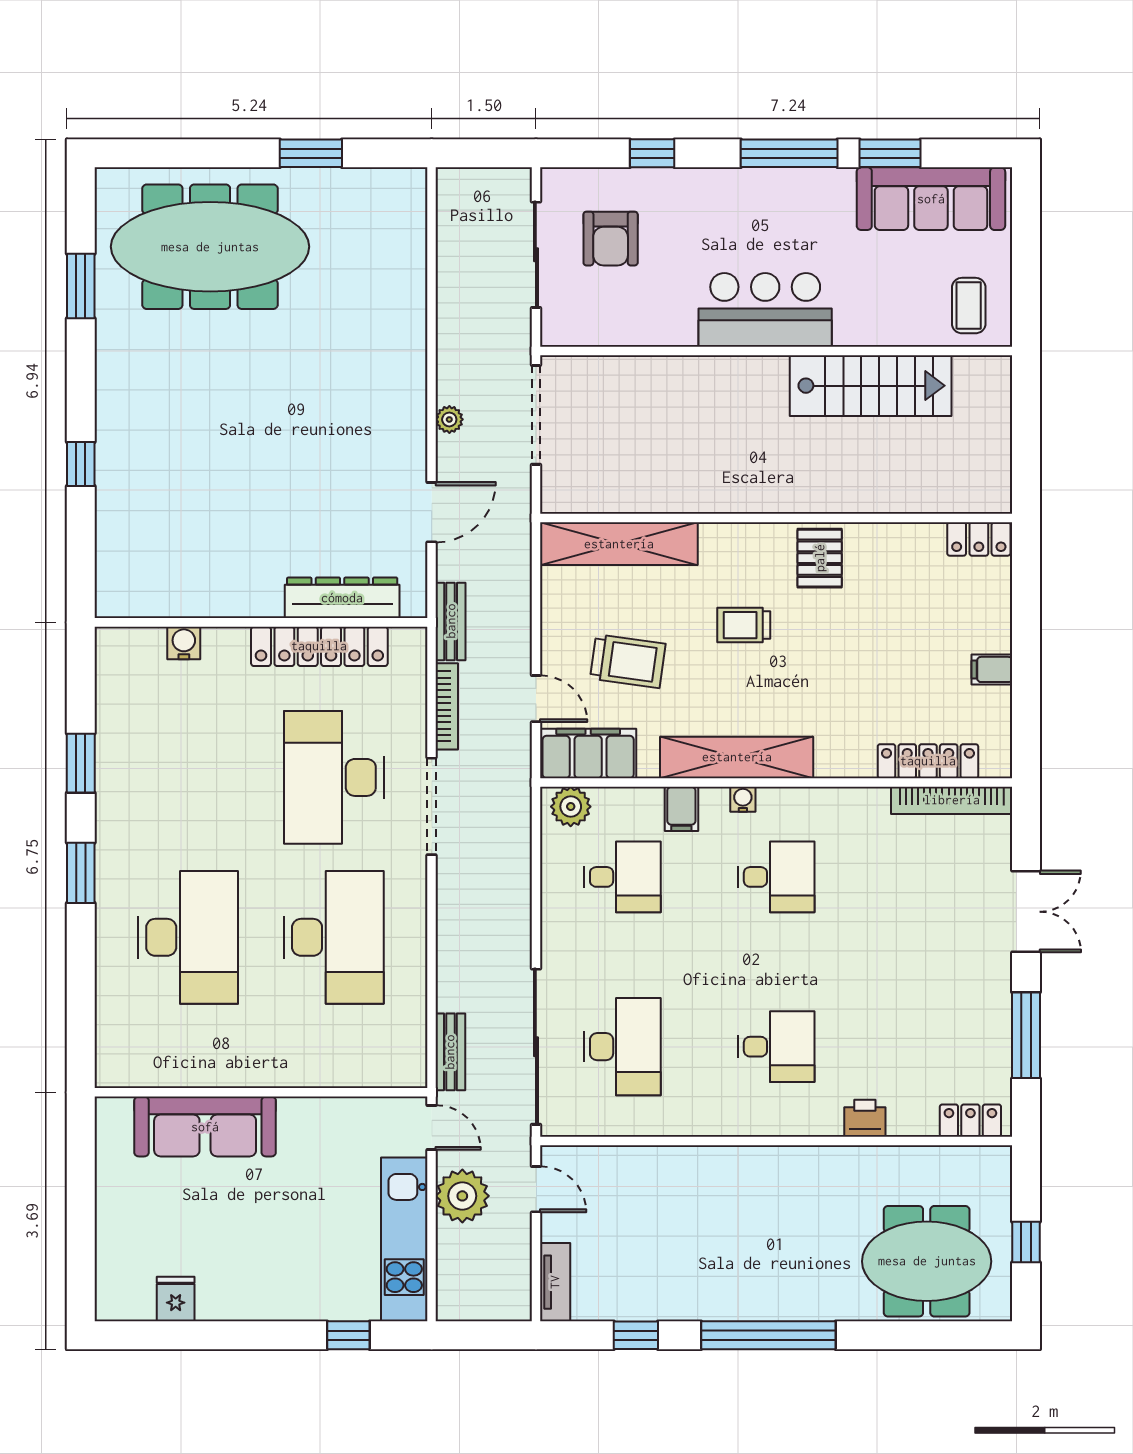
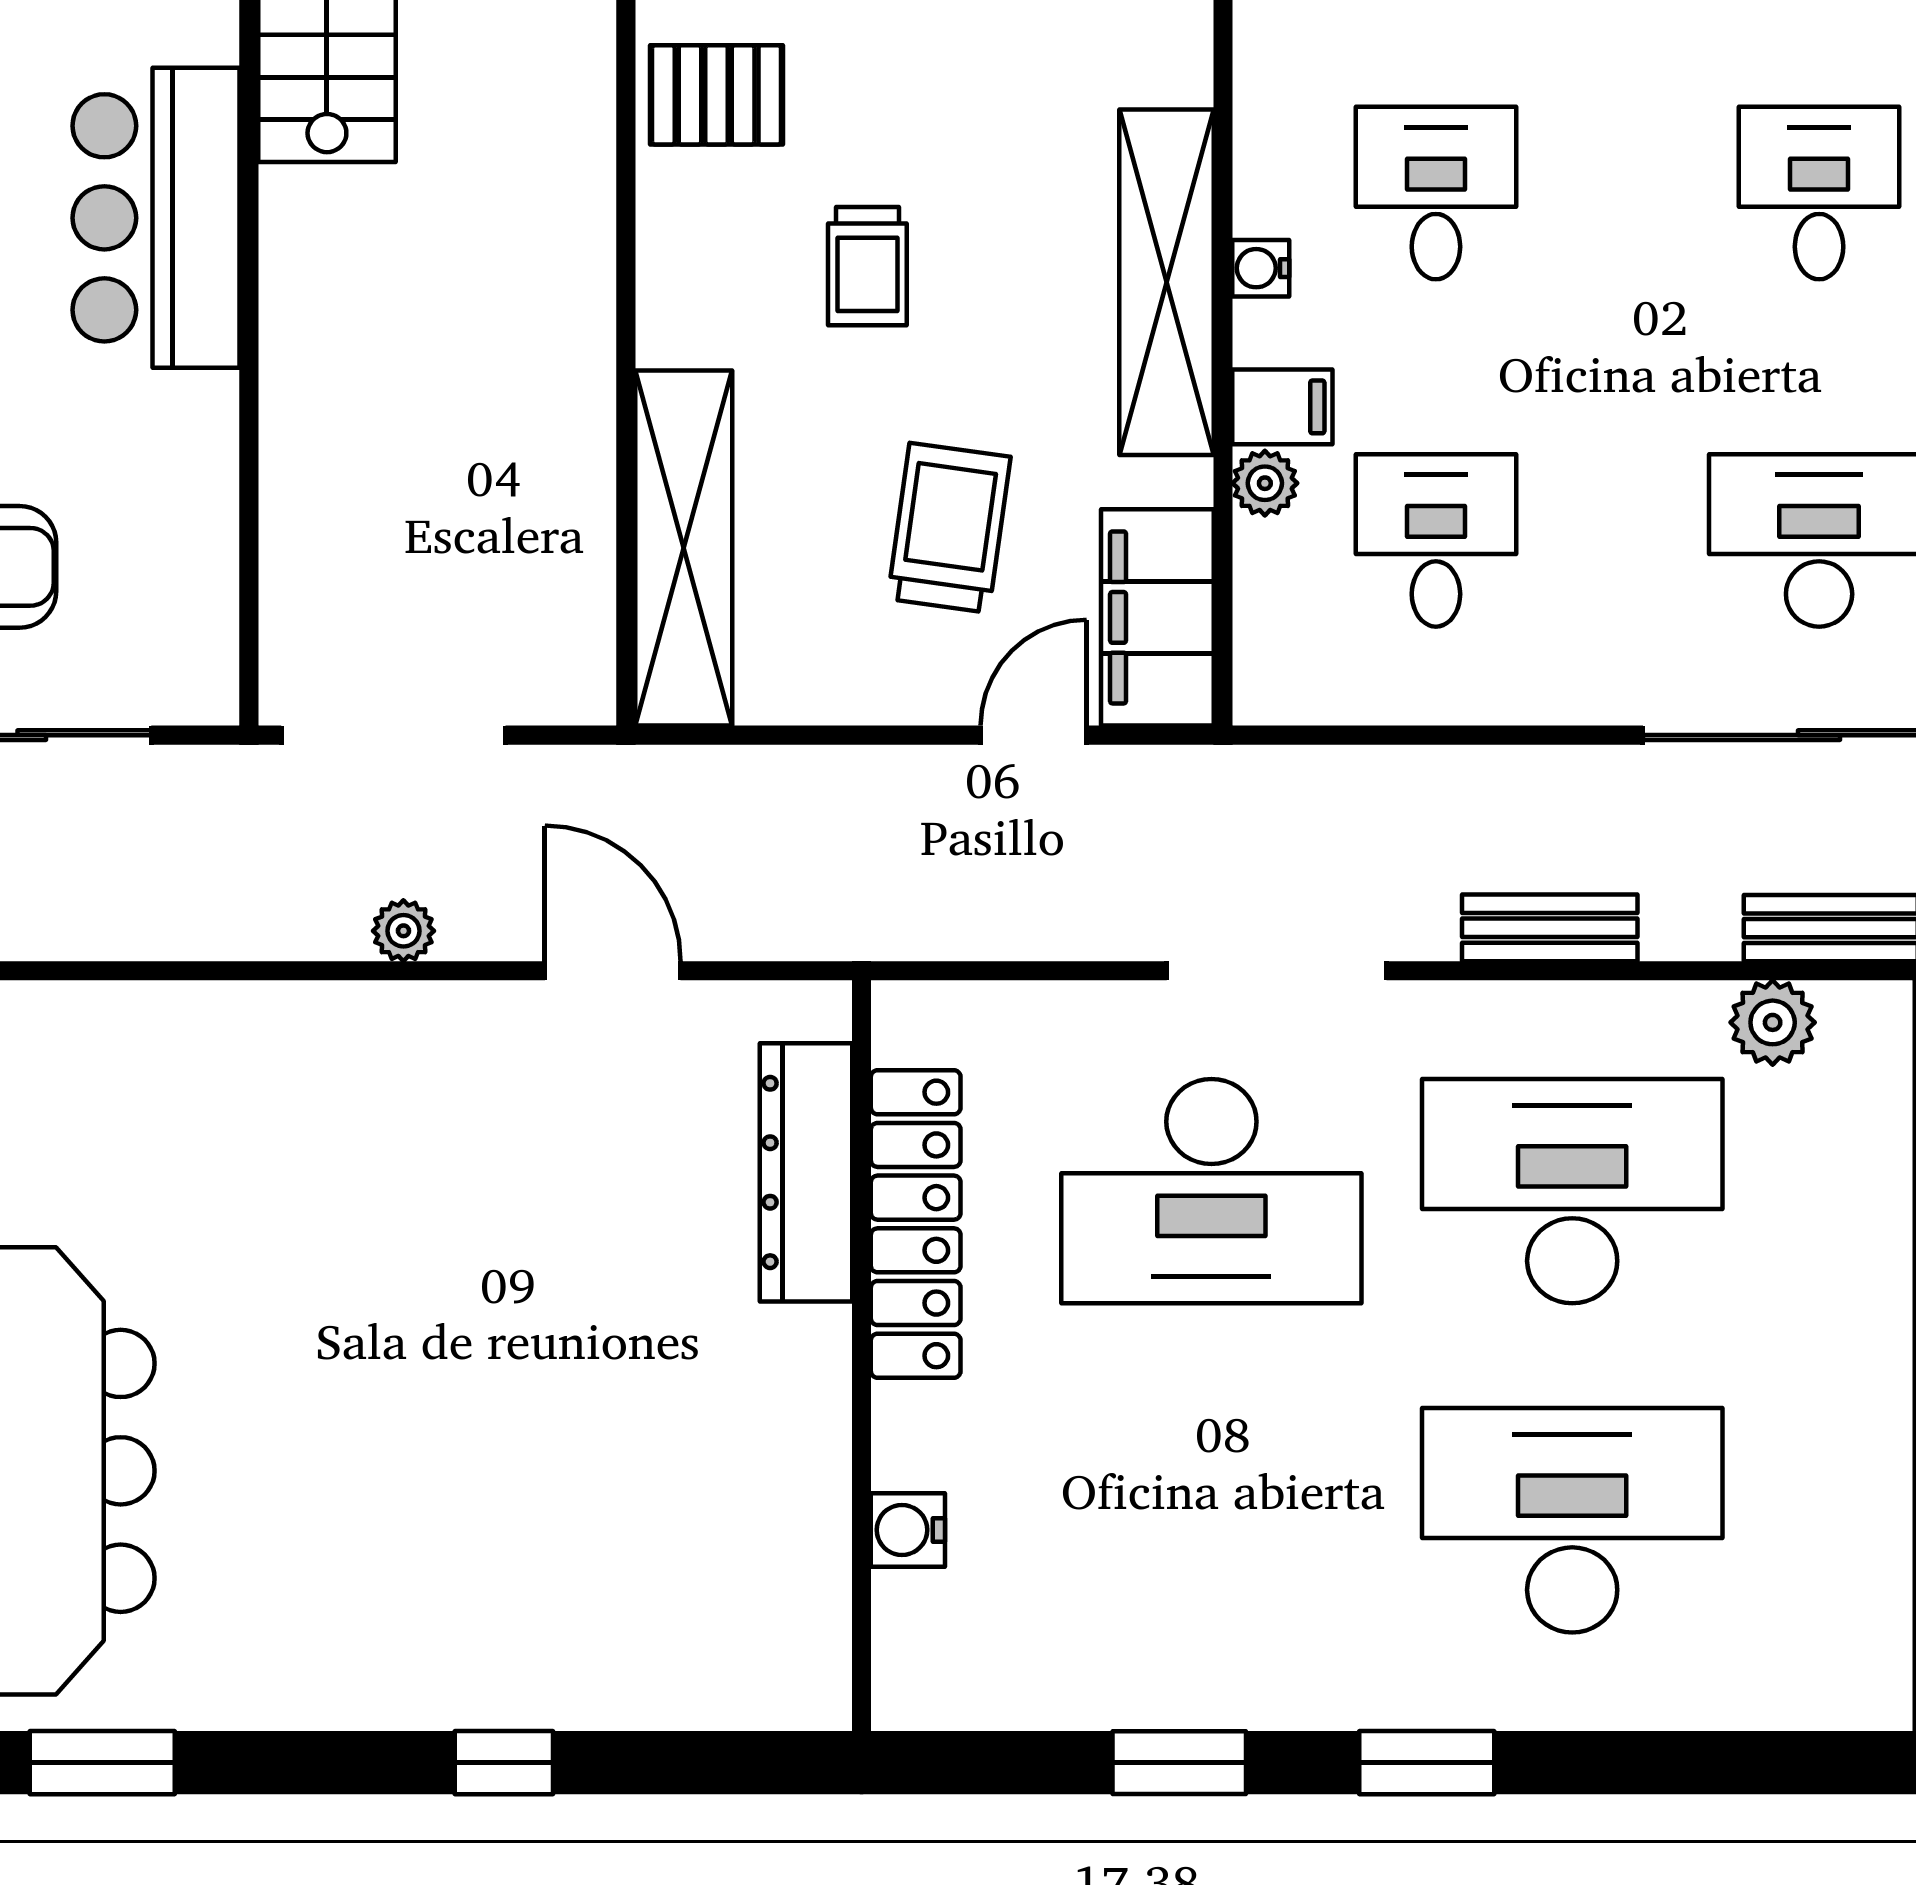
bench: (451, 621) -> (1550, 928), moved
bookcase: (447, 706) -> (1051, 936), removed
plant: (571, 807) -> (1265, 483), moved, width x0.73, depth x0.73
plant: (409, 1026) -> (1773, 1022), added

